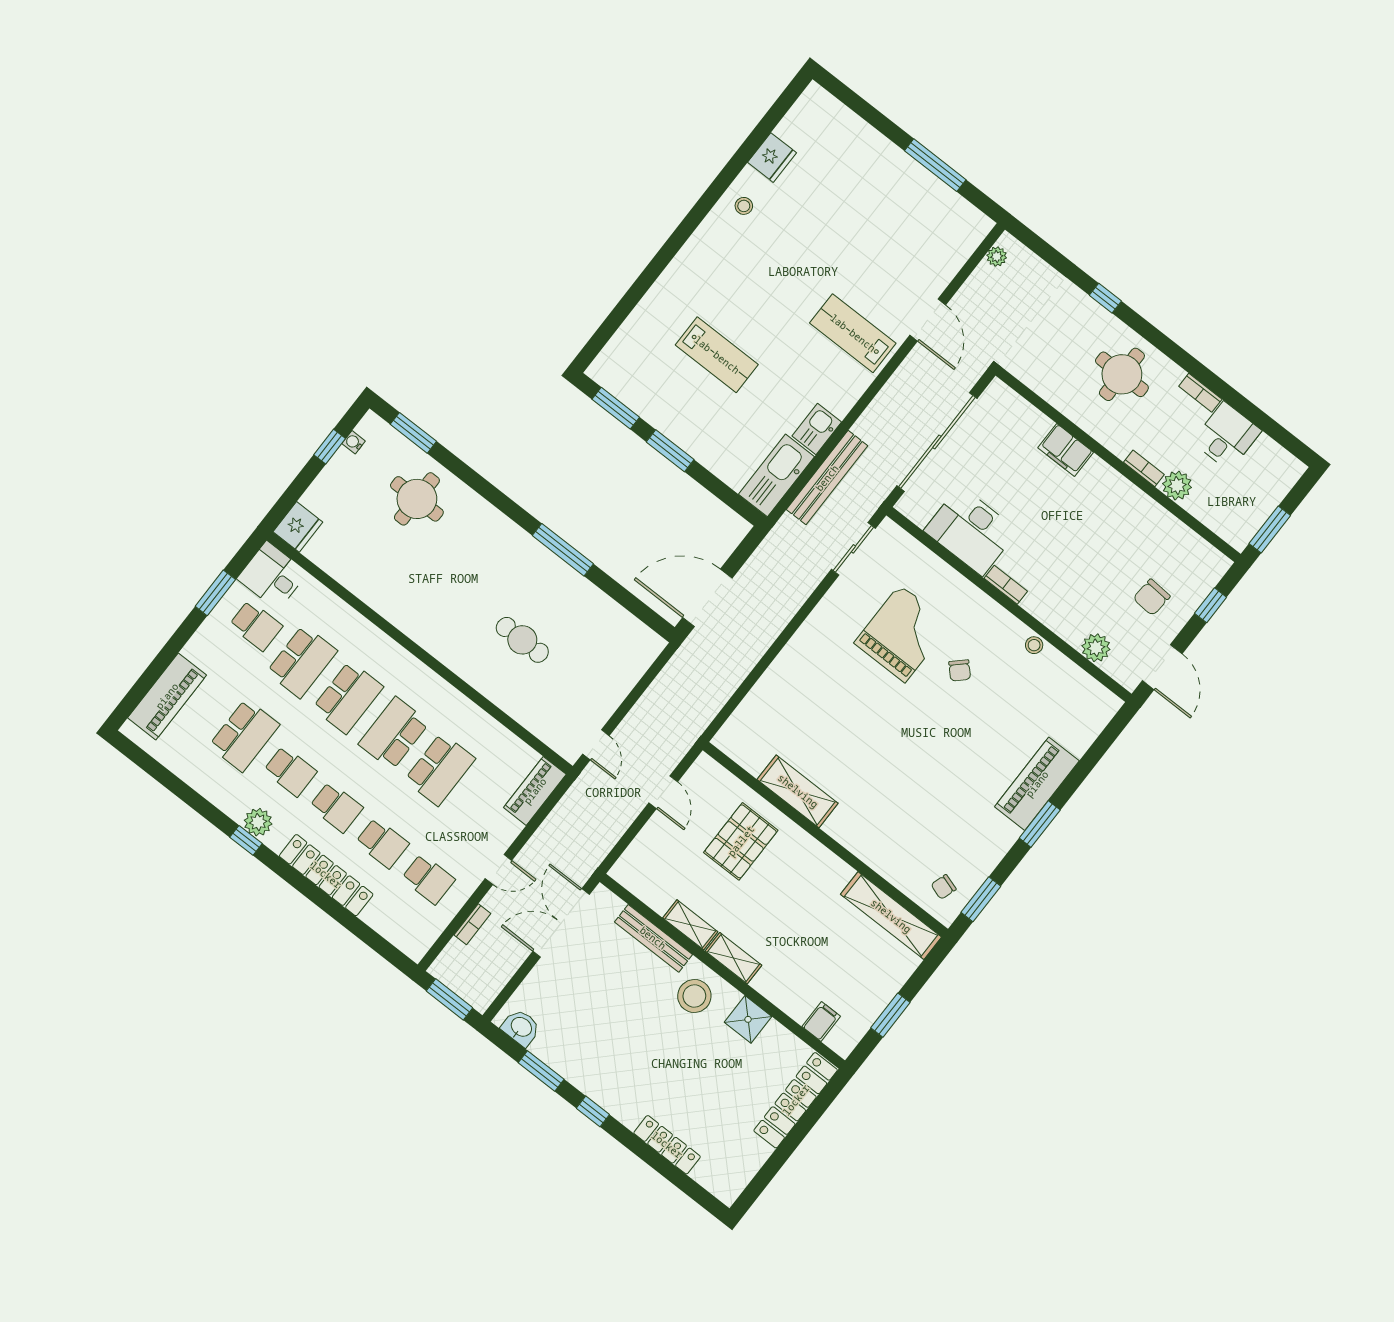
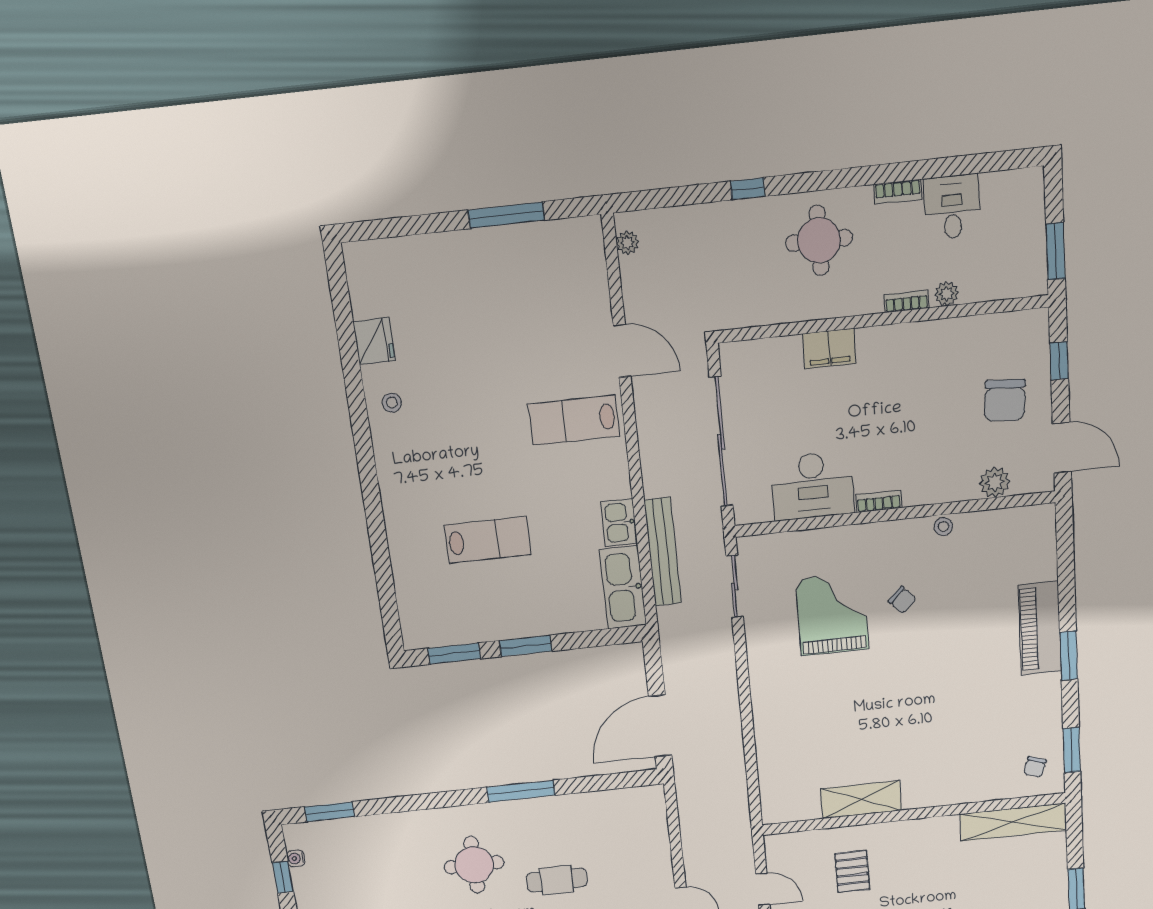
plant: (1177, 485) -> (947, 294), width x0.73, depth x0.73
round table: (417, 499) -> (474, 865), moved
chair: (1152, 597) -> (1005, 400), width x1.37, depth x1.37
pallet: (741, 841) -> (852, 871), width x0.67, depth x0.71

